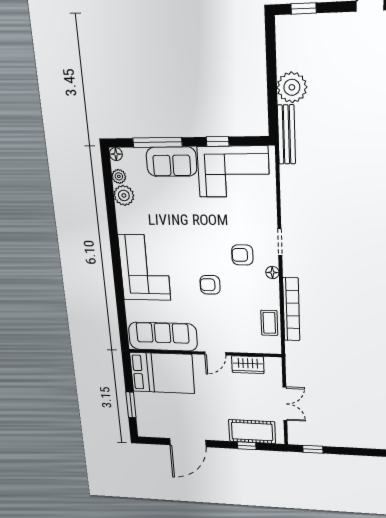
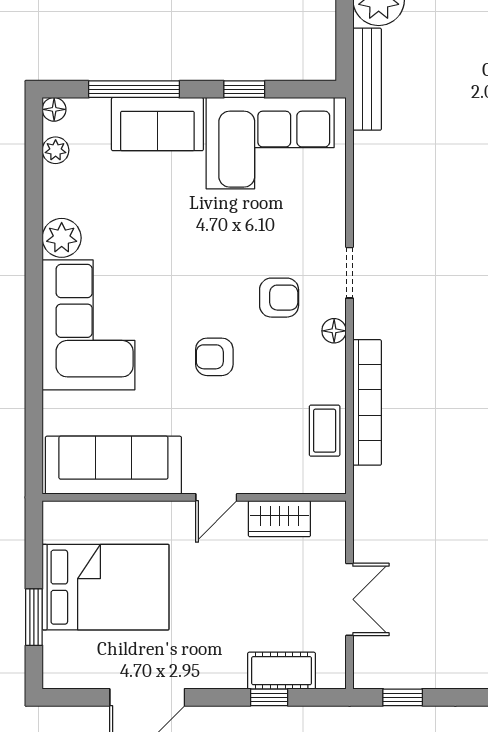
plant: (124, 195) -> (62, 238), moved
armchair: (242, 255) -> (279, 298), turned 180
bed: (162, 373) -> (106, 587), moved
cot: (252, 432) -> (282, 671), width x0.73, depth x0.75

